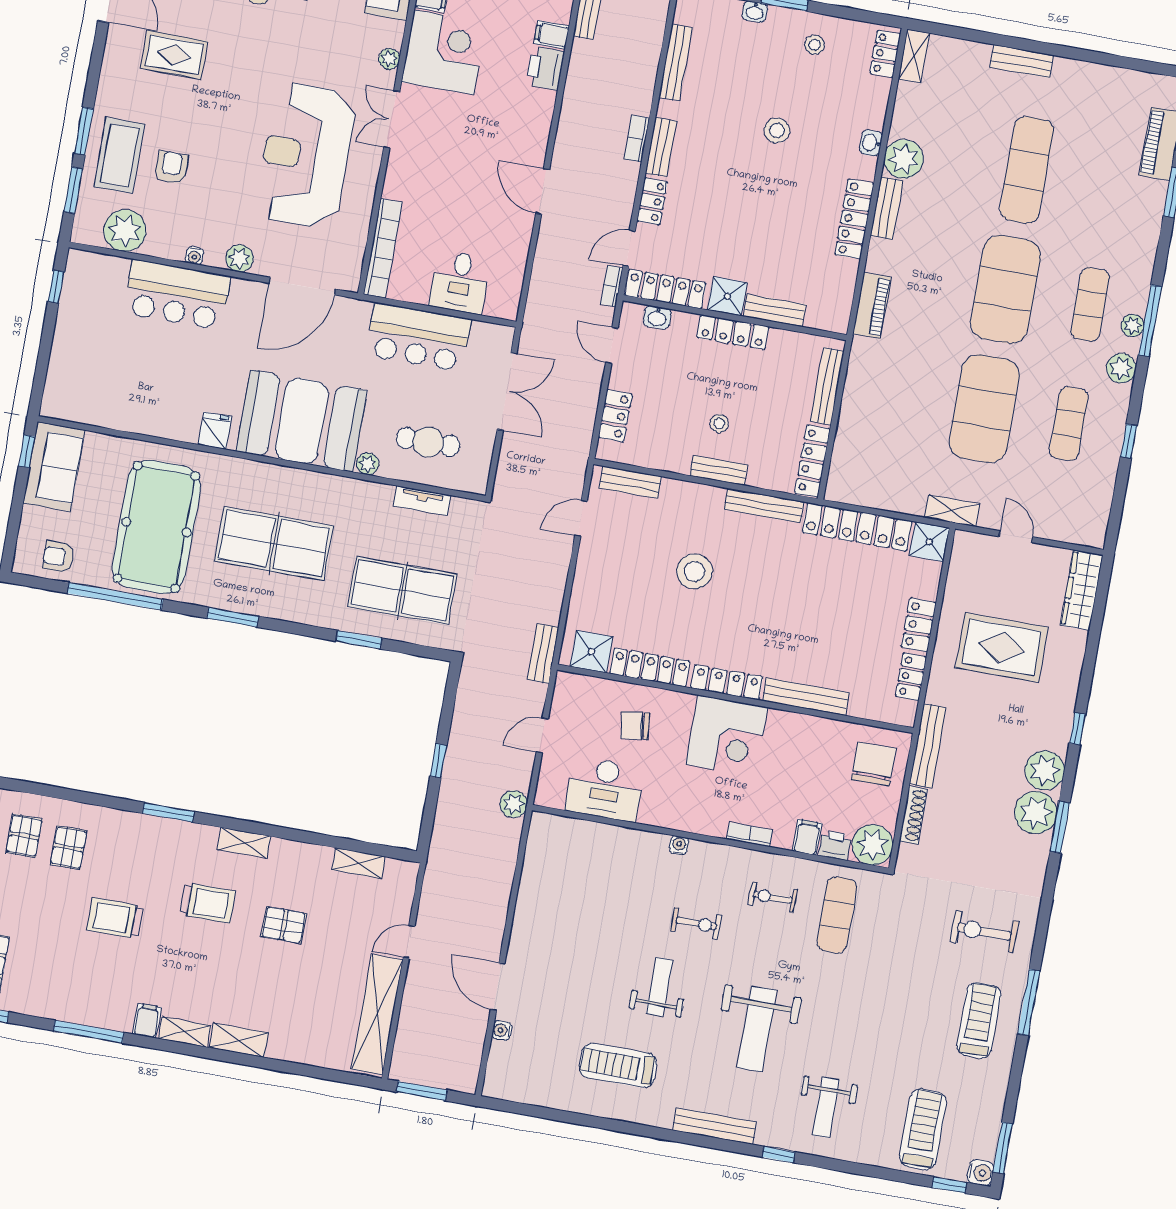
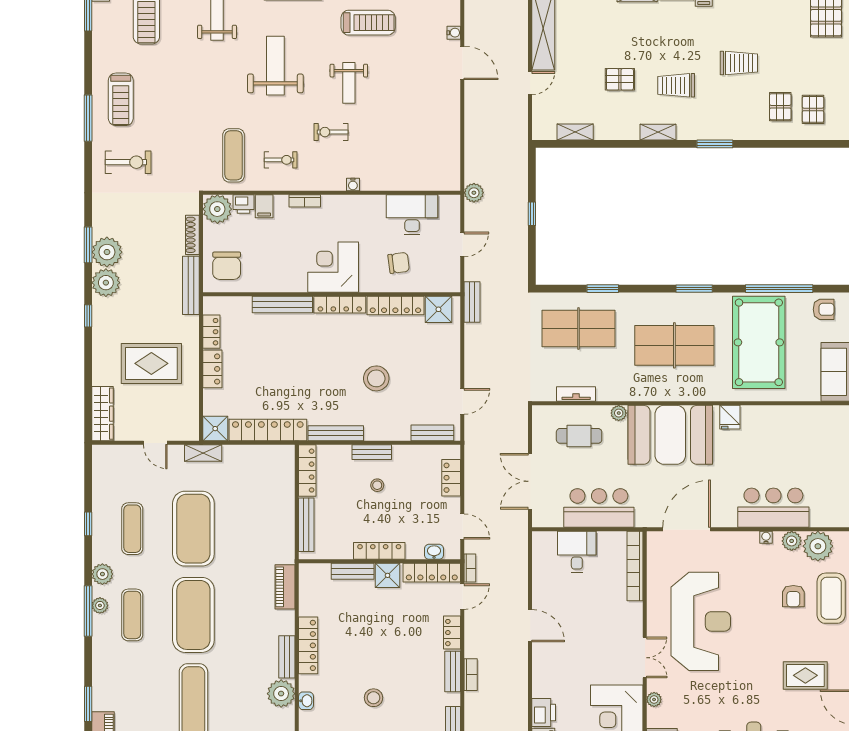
plant: (239, 258) -> (792, 541), moved

